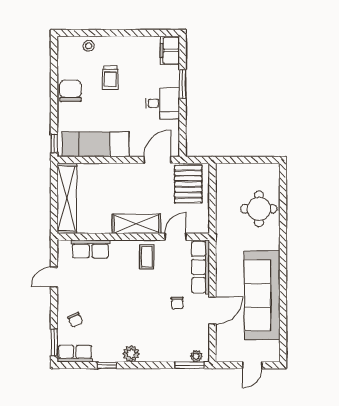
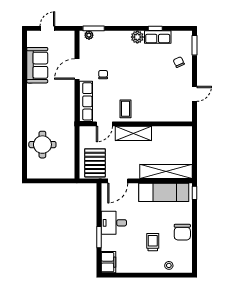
shelving: (67, 198) -> (166, 171), moved, turned 90
row of seats: (90, 249) -> (167, 115), removed
sofa: (262, 295) -> (37, 65), width x0.54, depth x0.79
row of seats: (75, 354) -> (158, 37), moved

